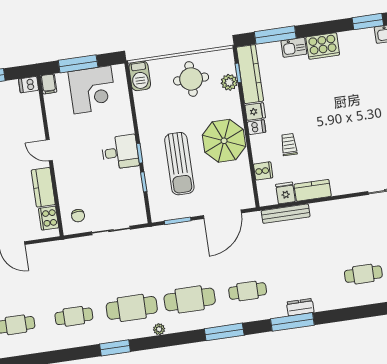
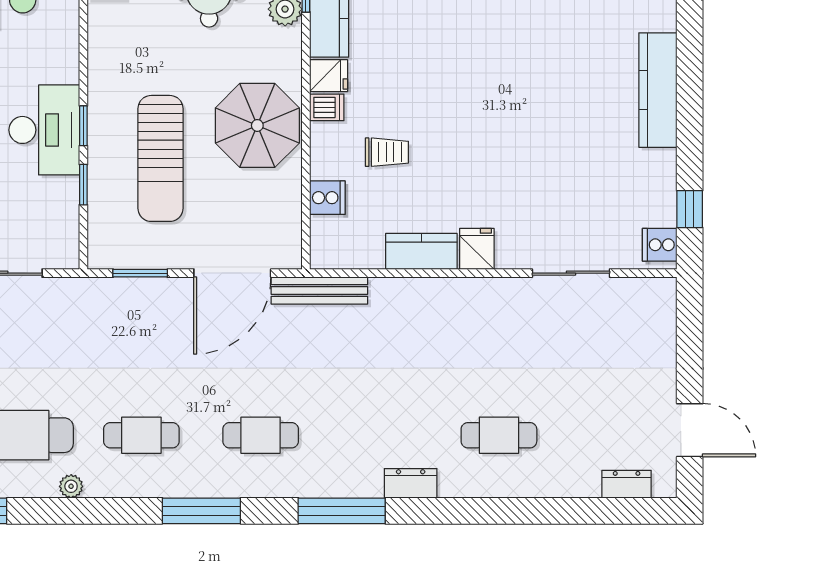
trolley: (289, 145) -> (387, 152), turned 90
desk: (120, 152) -> (44, 130), width x1.37
fridge: (285, 193) -> (477, 249), moved
bench: (286, 214) -> (319, 290), moved
cafe table: (190, 299) -> (141, 435), width x0.73, depth x0.74
dresser: (300, 307) -> (411, 483), moved

